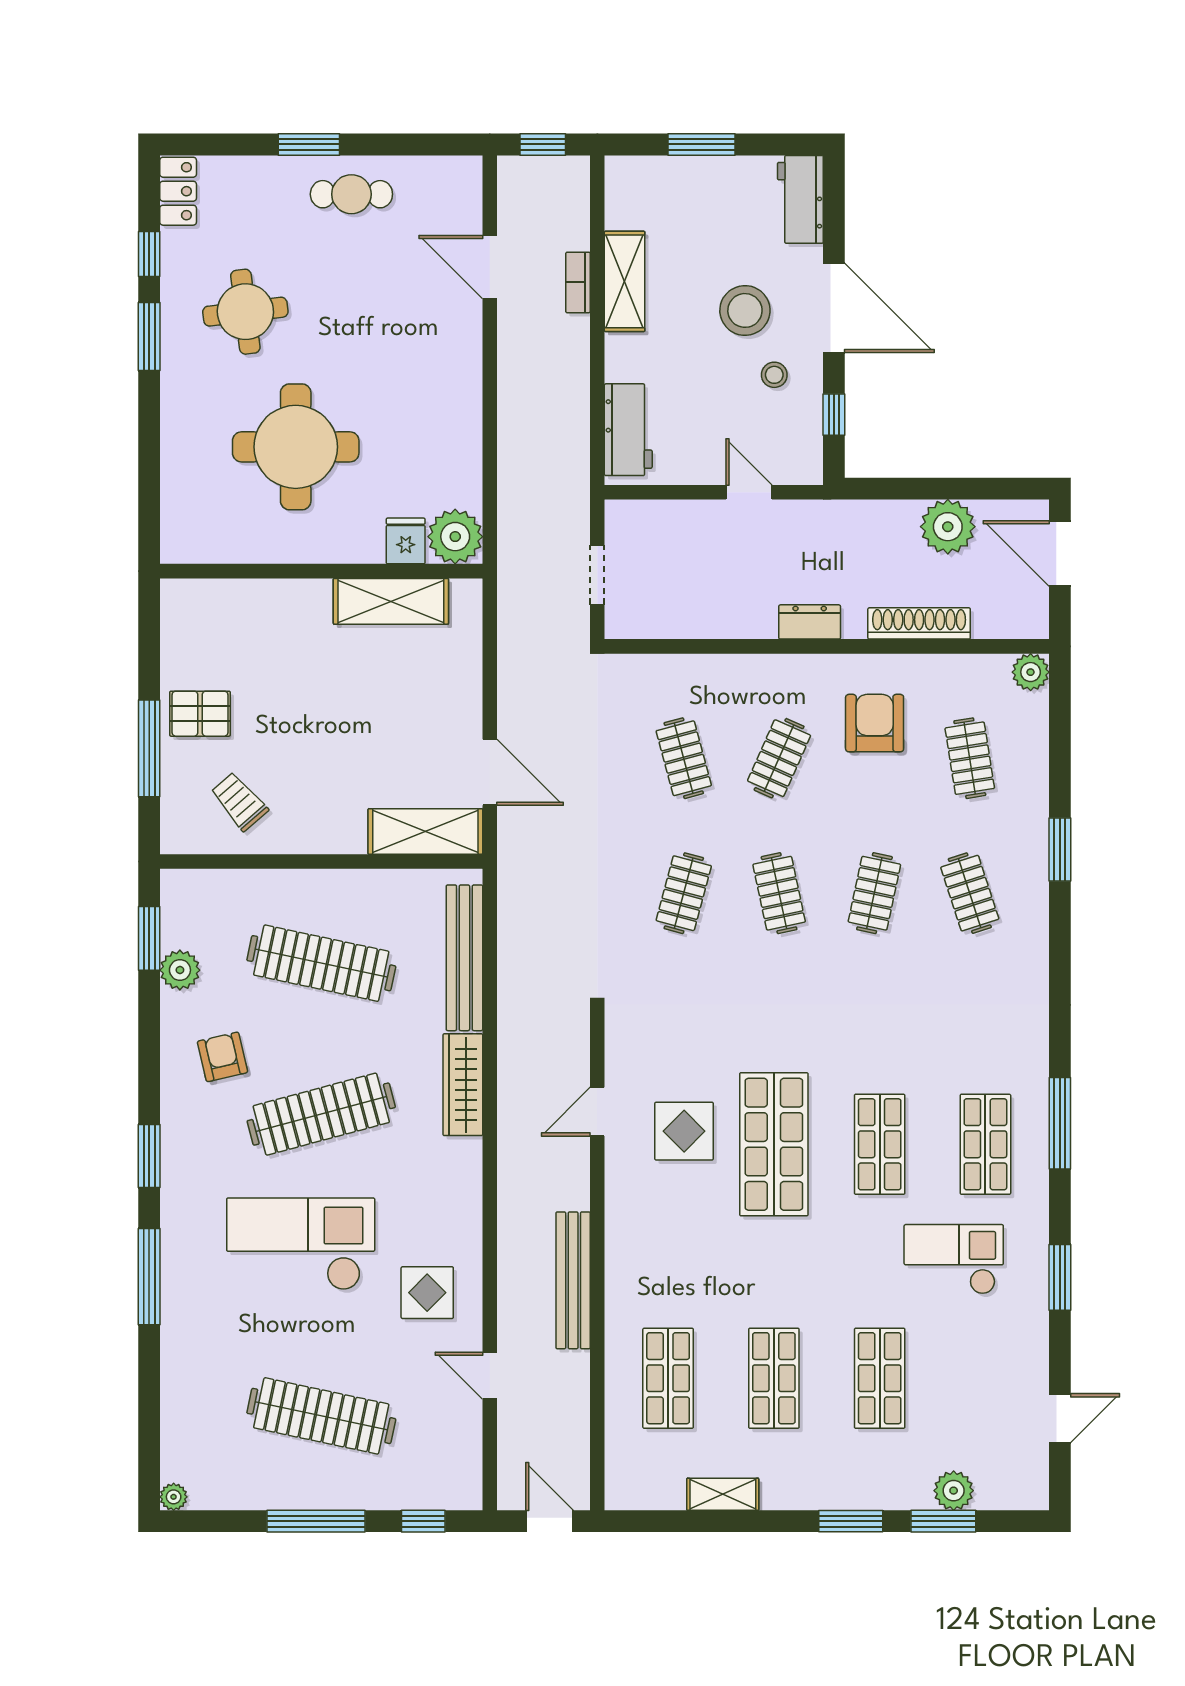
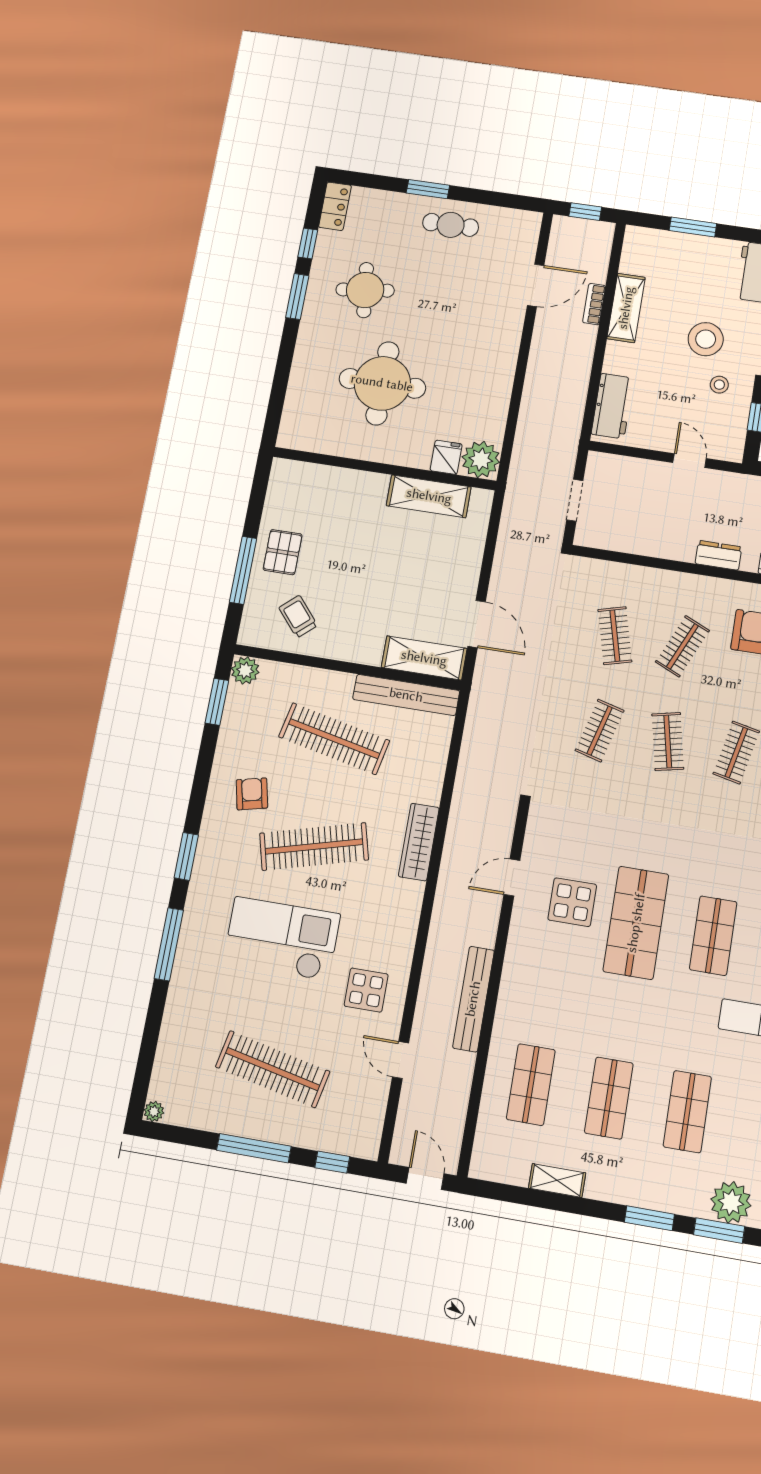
door: (490, 267) -> (536, 285), swing flipped
pallet: (200, 714) -> (283, 552), turned 90
bench: (464, 958) -> (406, 695), moved, turned 90
plant: (180, 970) -> (245, 670), moved
plant: (954, 1491) -> (731, 1202), width x1.36, depth x1.36

